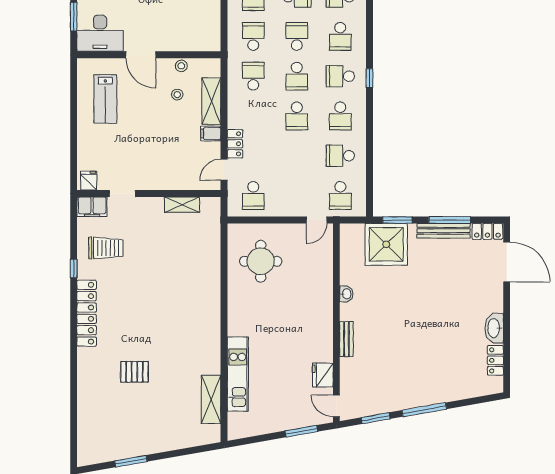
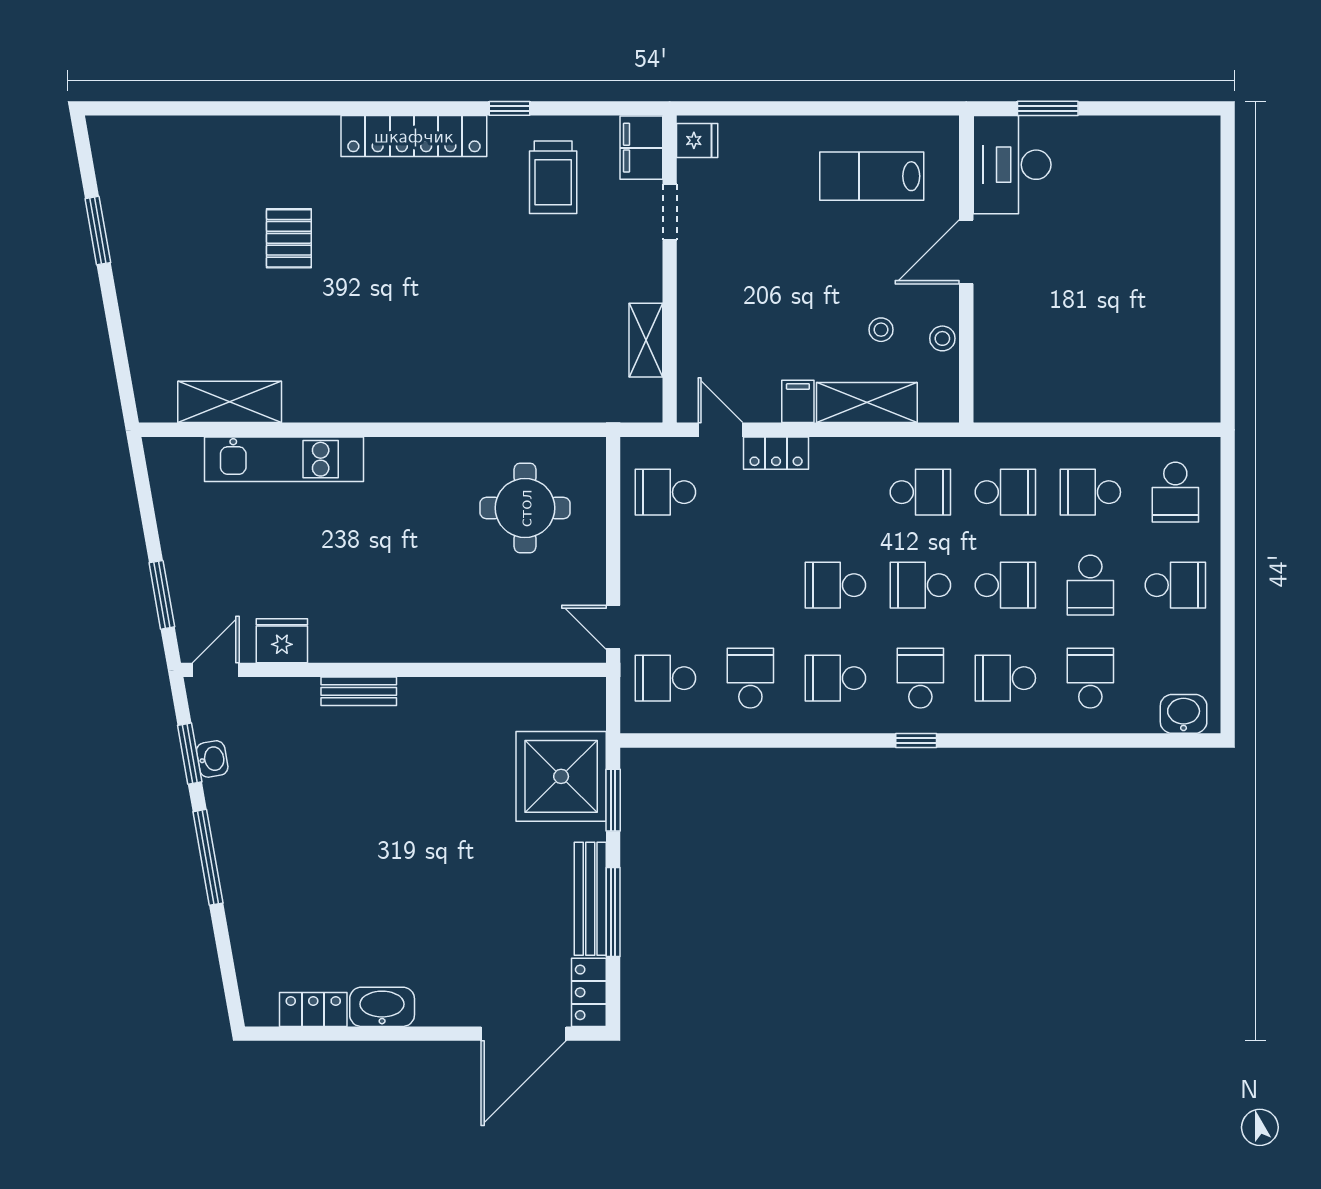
washbasin: (346, 294) -> (212, 759), moved, turned -100

